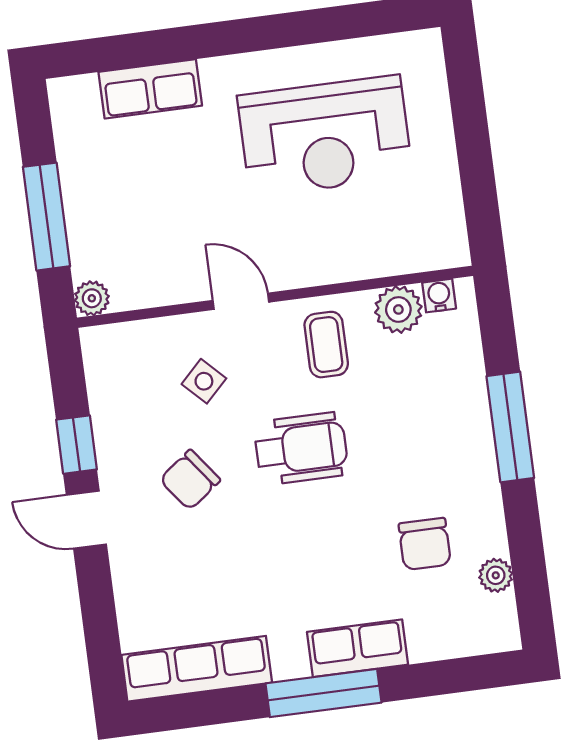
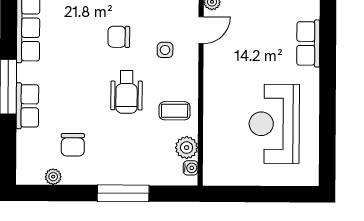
door: (241, 301) -> (201, 30), moved
side table: (204, 381) -> (165, 50), turned 45
chair: (190, 480) -> (119, 37), turned -53
chair: (425, 544) -> (73, 145), turned -90

